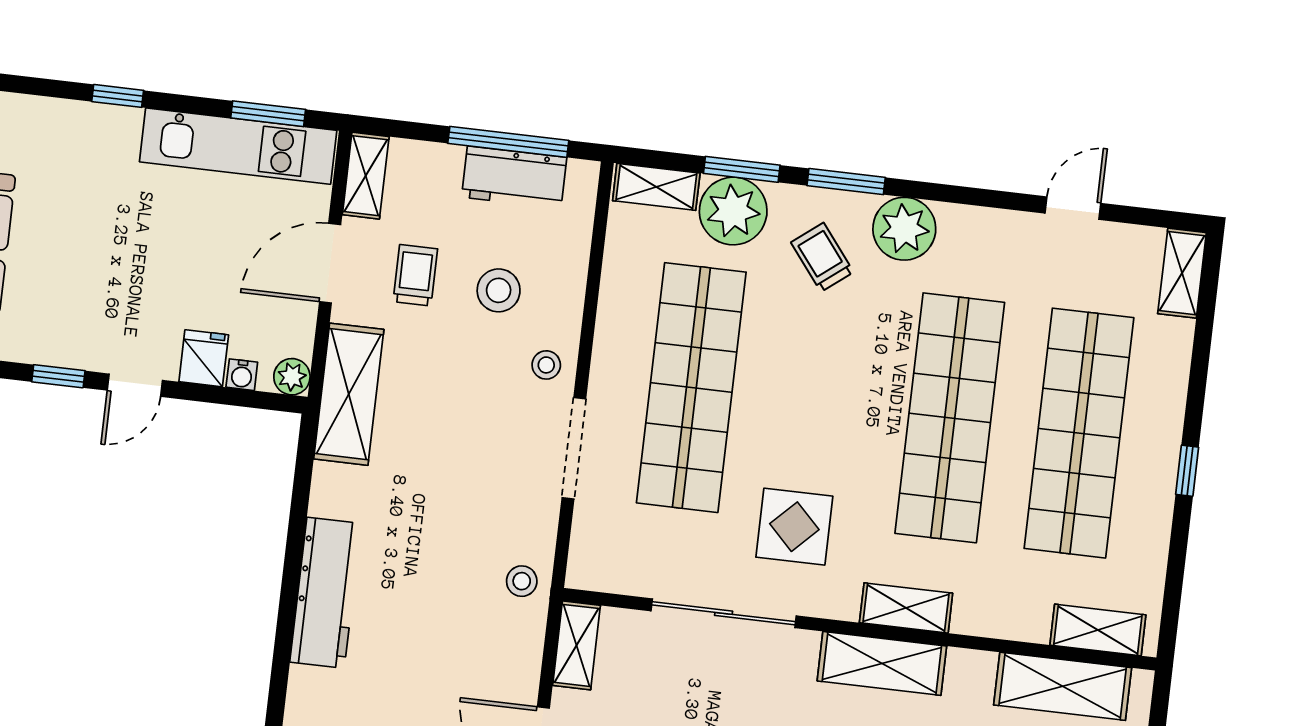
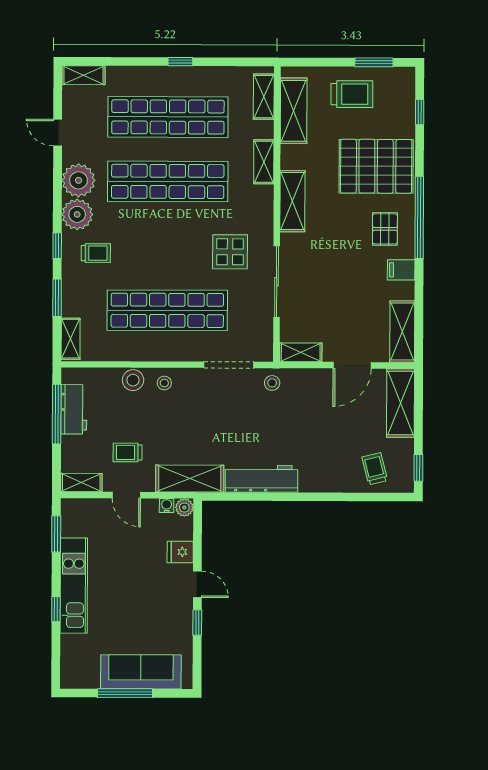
kitchen unit: (238, 146) -> (74, 586), moved
window: (846, 182) -> (57, 246), width x0.67
plant: (733, 211) -> (78, 180), moved
trolley: (822, 257) -> (96, 253), turned -142
door: (330, 263) -> (126, 495), width x0.73
stool: (499, 290) -> (133, 380), moved
water cooler: (242, 375) -> (167, 506), moved, turned -90
doorway: (574, 448) -> (229, 365), moved
workbench: (326, 593) -> (262, 479), moved
shelving: (906, 608) -> (264, 162), moved

